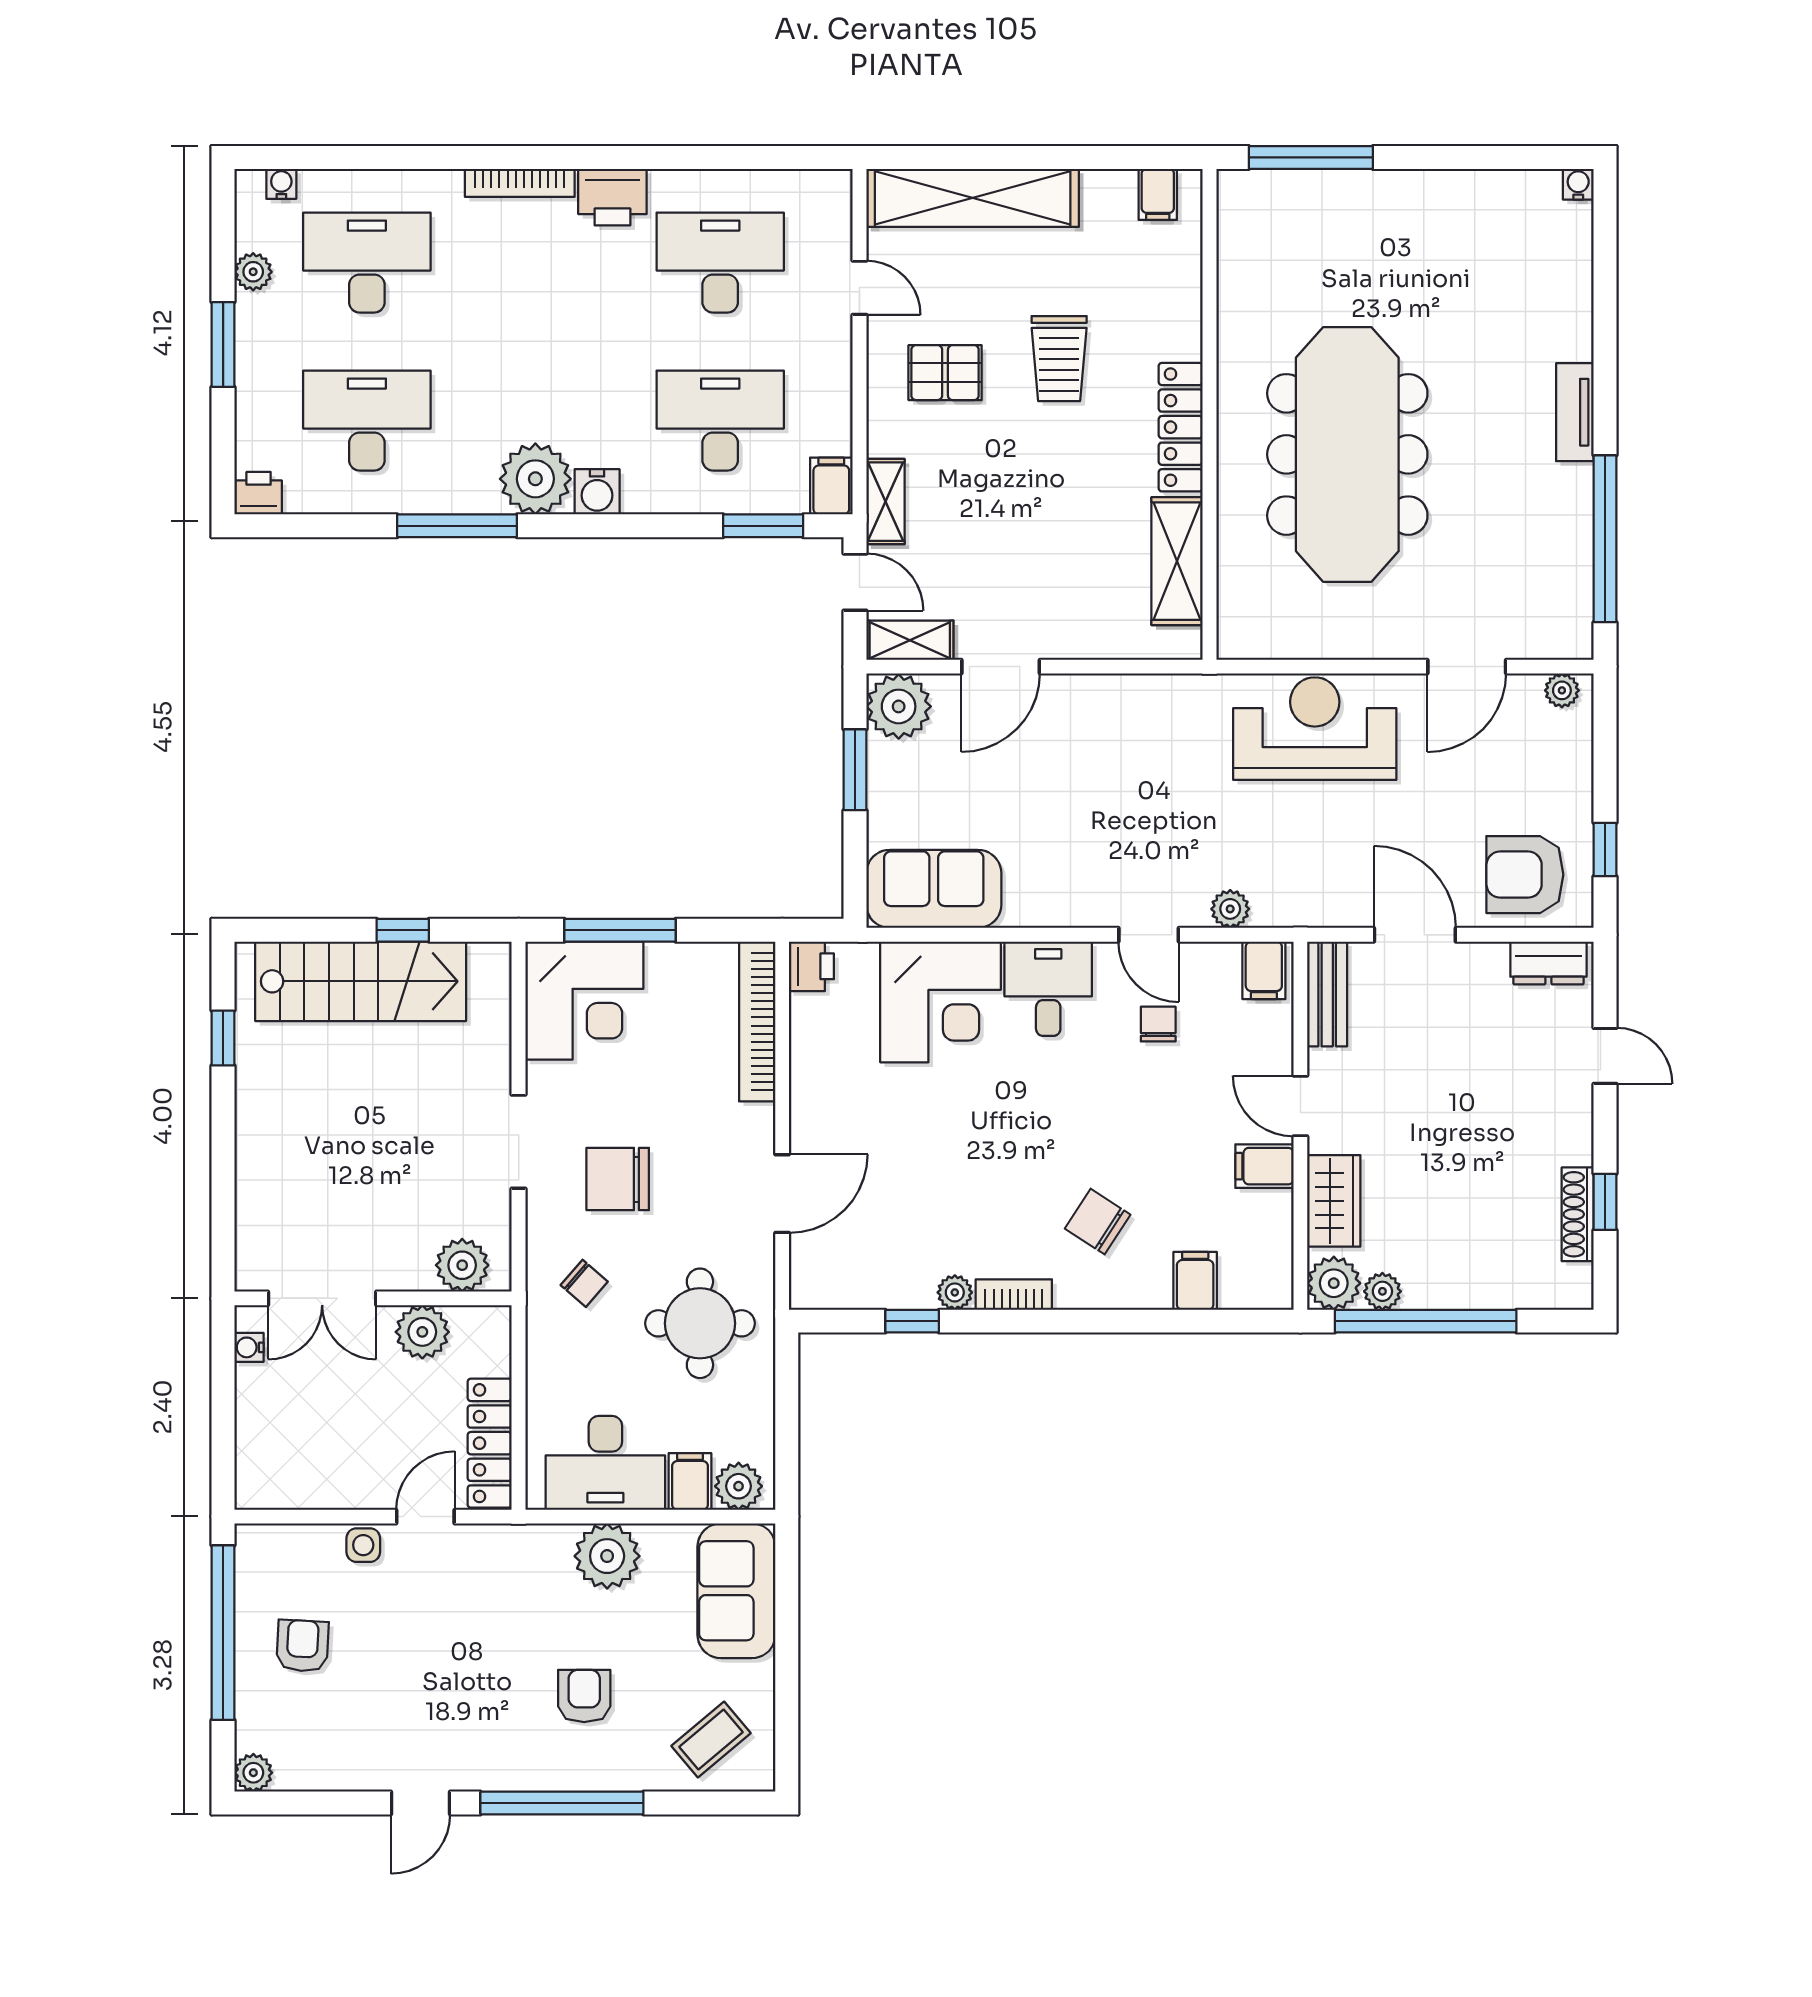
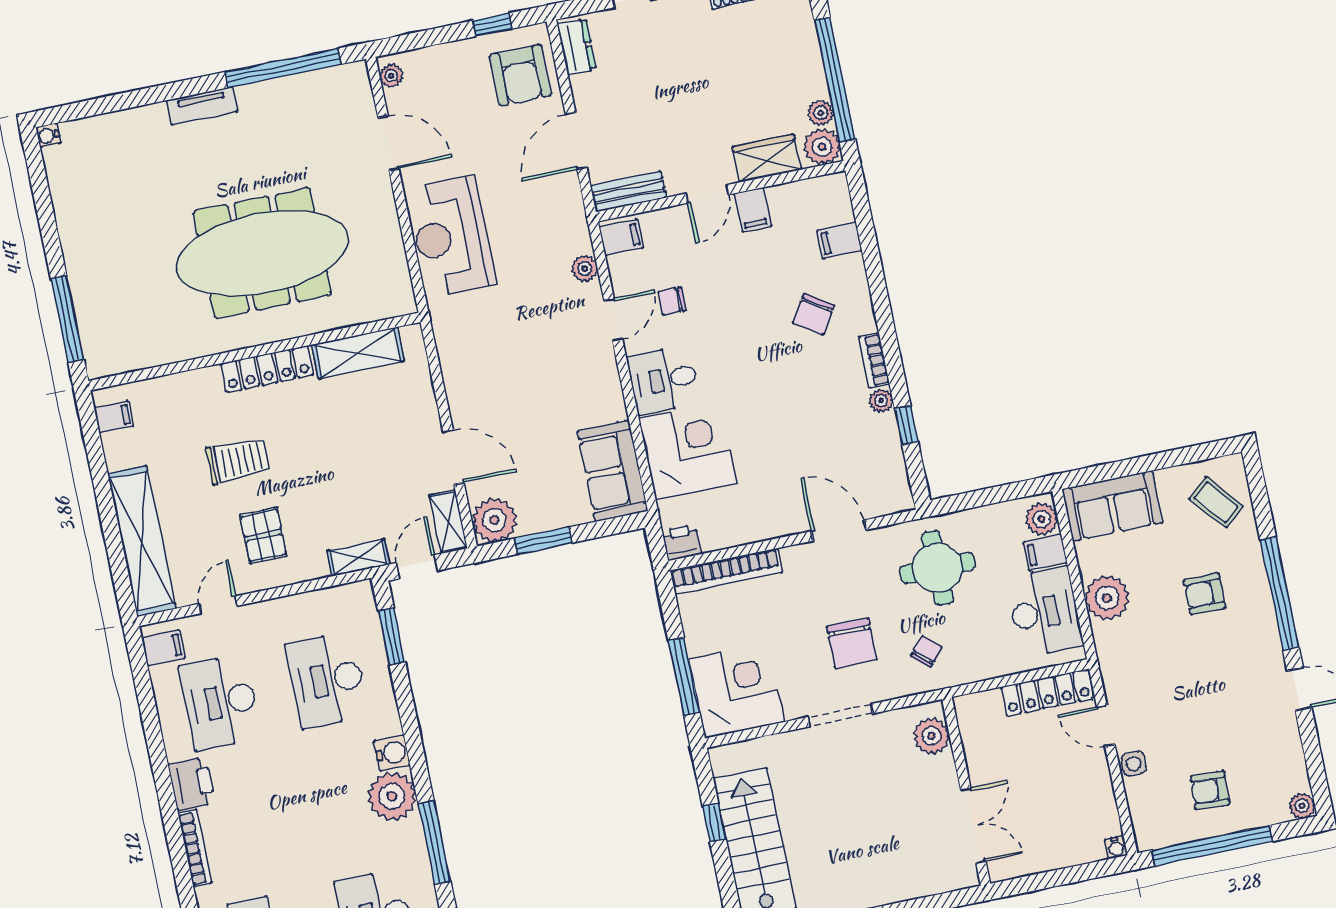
filing cabinet: (831, 486) -> (163, 648), moved, turned 180
plant: (422, 1332) -> (982, 754), removed
water cooler: (249, 1347) -> (1116, 847), moved

